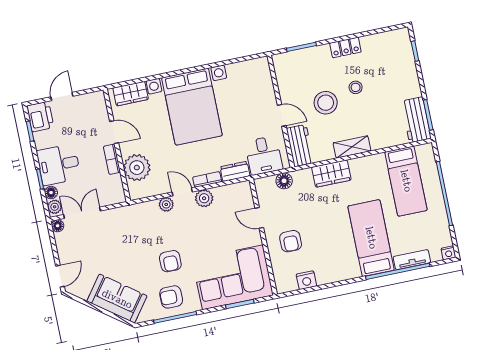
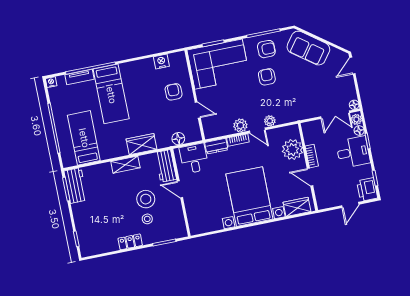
stool: (356, 87) -> (147, 219), moved

